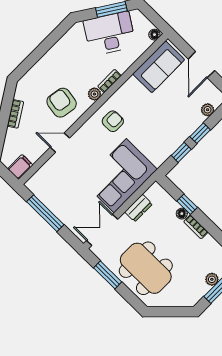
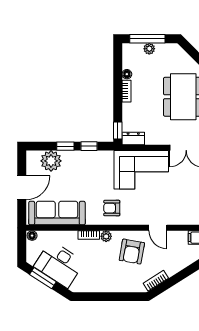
sofa: (159, 67) -> (57, 213), width x1.36
plant: (208, 110) -> (51, 161), width x1.88, depth x1.88
bookcase: (15, 114) -> (156, 281), moved
window: (187, 204) -> (118, 130), moved
dresser: (138, 208) -> (133, 138), moved
floor lamp: (182, 214) -> (127, 74), moved

